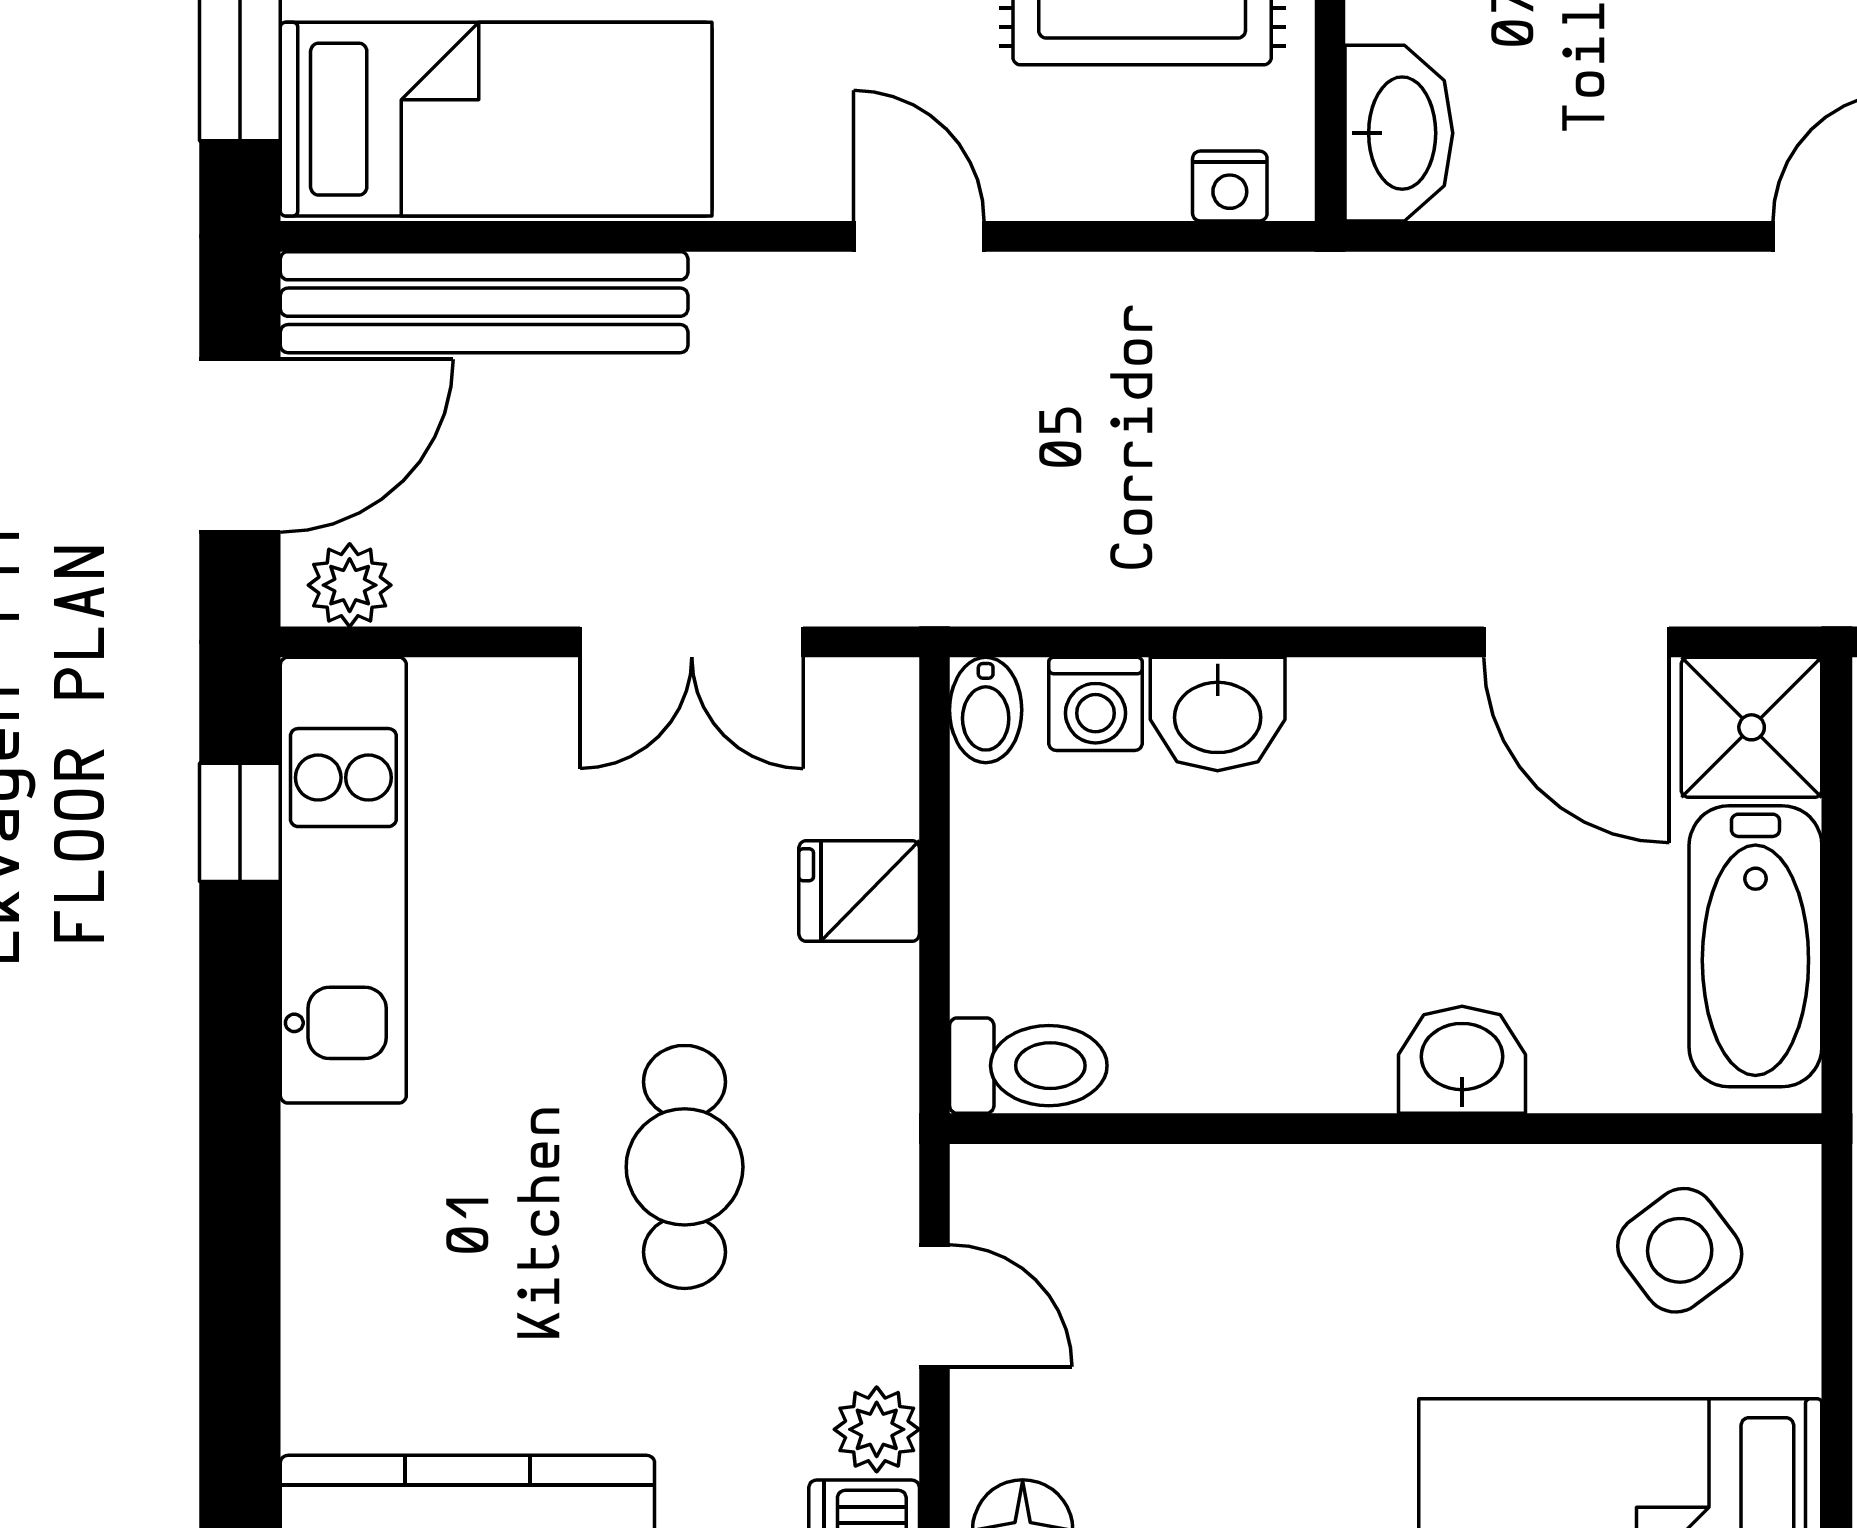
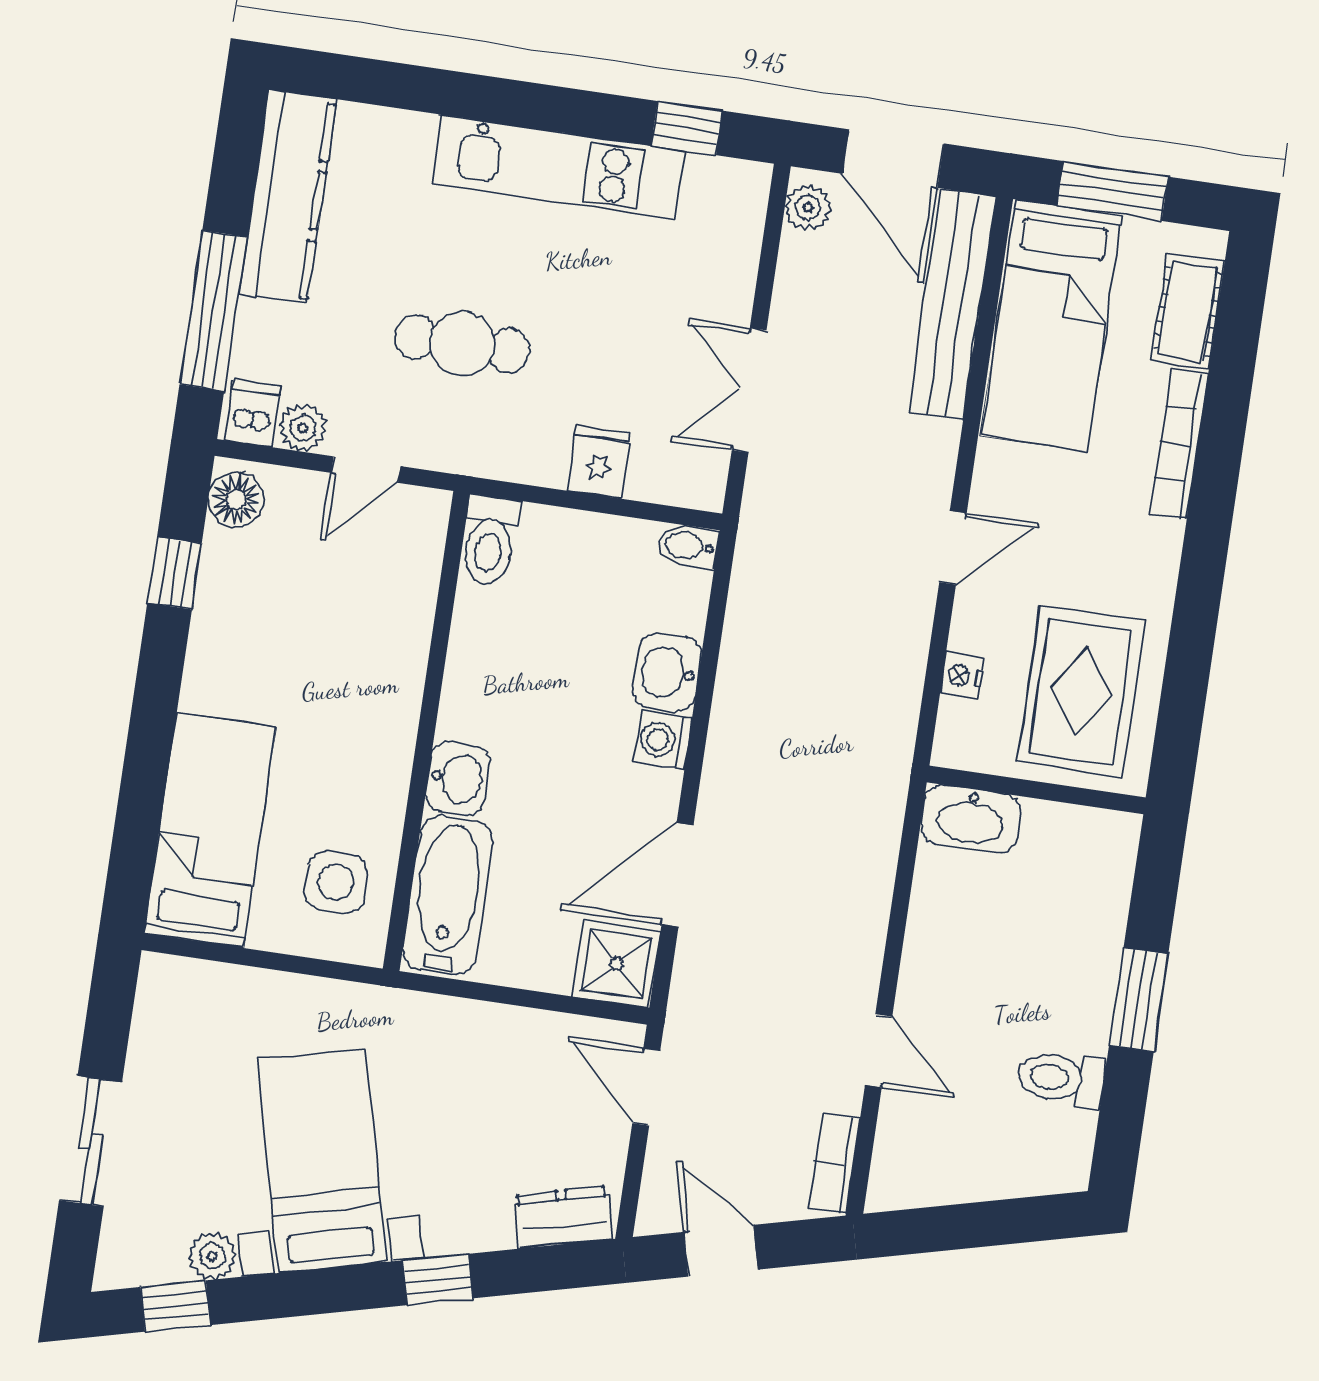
nightstand: (1230, 186) -> (962, 676), moved
washing machine: (1095, 704) -> (663, 740), moved
kitchen unit: (343, 880) -> (558, 167), moved
bathtub: (1755, 946) -> (448, 896), moved, turned 90
side table: (1680, 1250) -> (336, 882), turned 37

